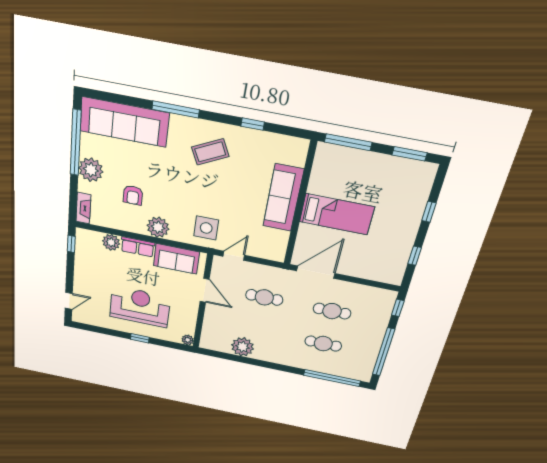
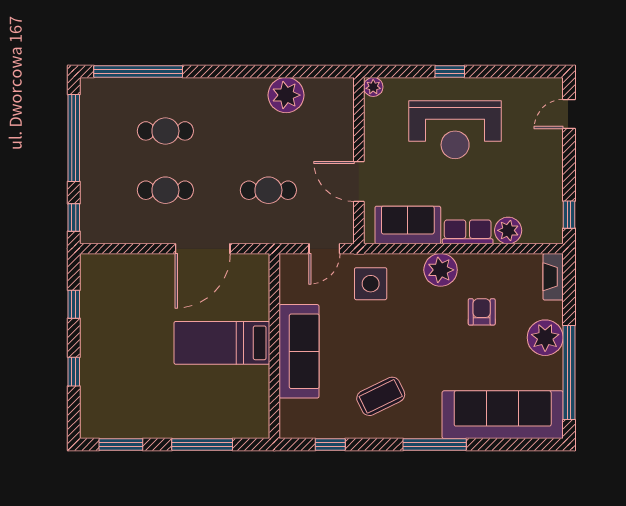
sofa: (283, 198) -> (299, 351), moved
wall: (300, 205) -> (274, 346), moved
bed: (337, 214) -> (222, 343), moved

